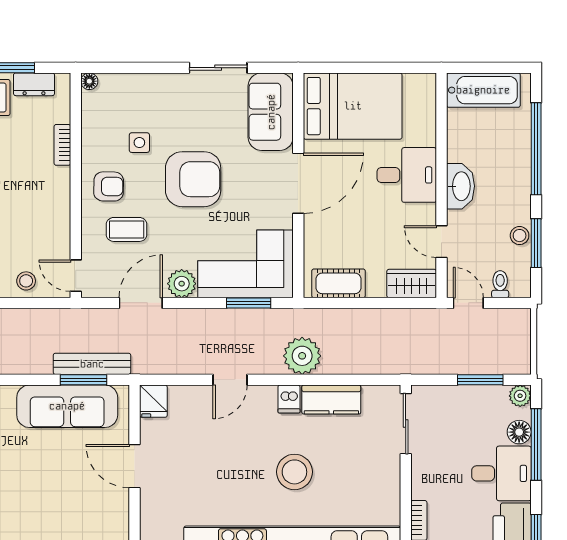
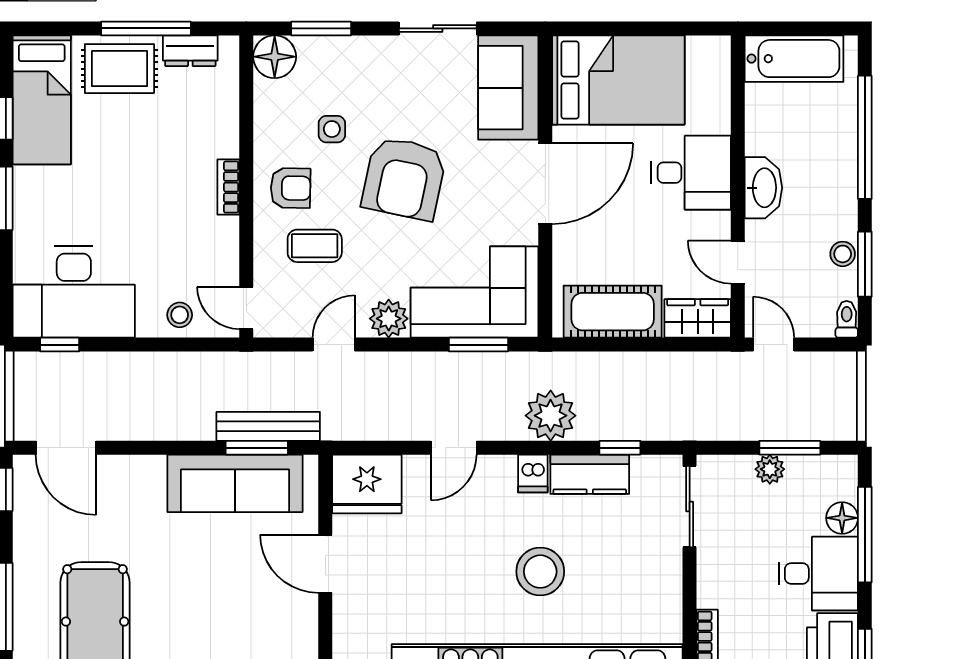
window: (131, 68) -> (321, 28), added
floor lamp: (89, 81) -> (275, 57), width x1.89, depth x1.89
bookcase: (62, 145) -> (228, 187), moved
armchair: (193, 179) -> (404, 178), turned 102
cot: (339, 283) -> (613, 312), width x1.37, depth x1.34
toilet: (500, 284) -> (847, 319), moved
door: (141, 303) -> (334, 345), width x0.73
window: (354, 380) -> (620, 448), added
plant: (520, 396) -> (770, 469), moved
fridge: (153, 401) -> (367, 484), width x1.88, depth x1.34

